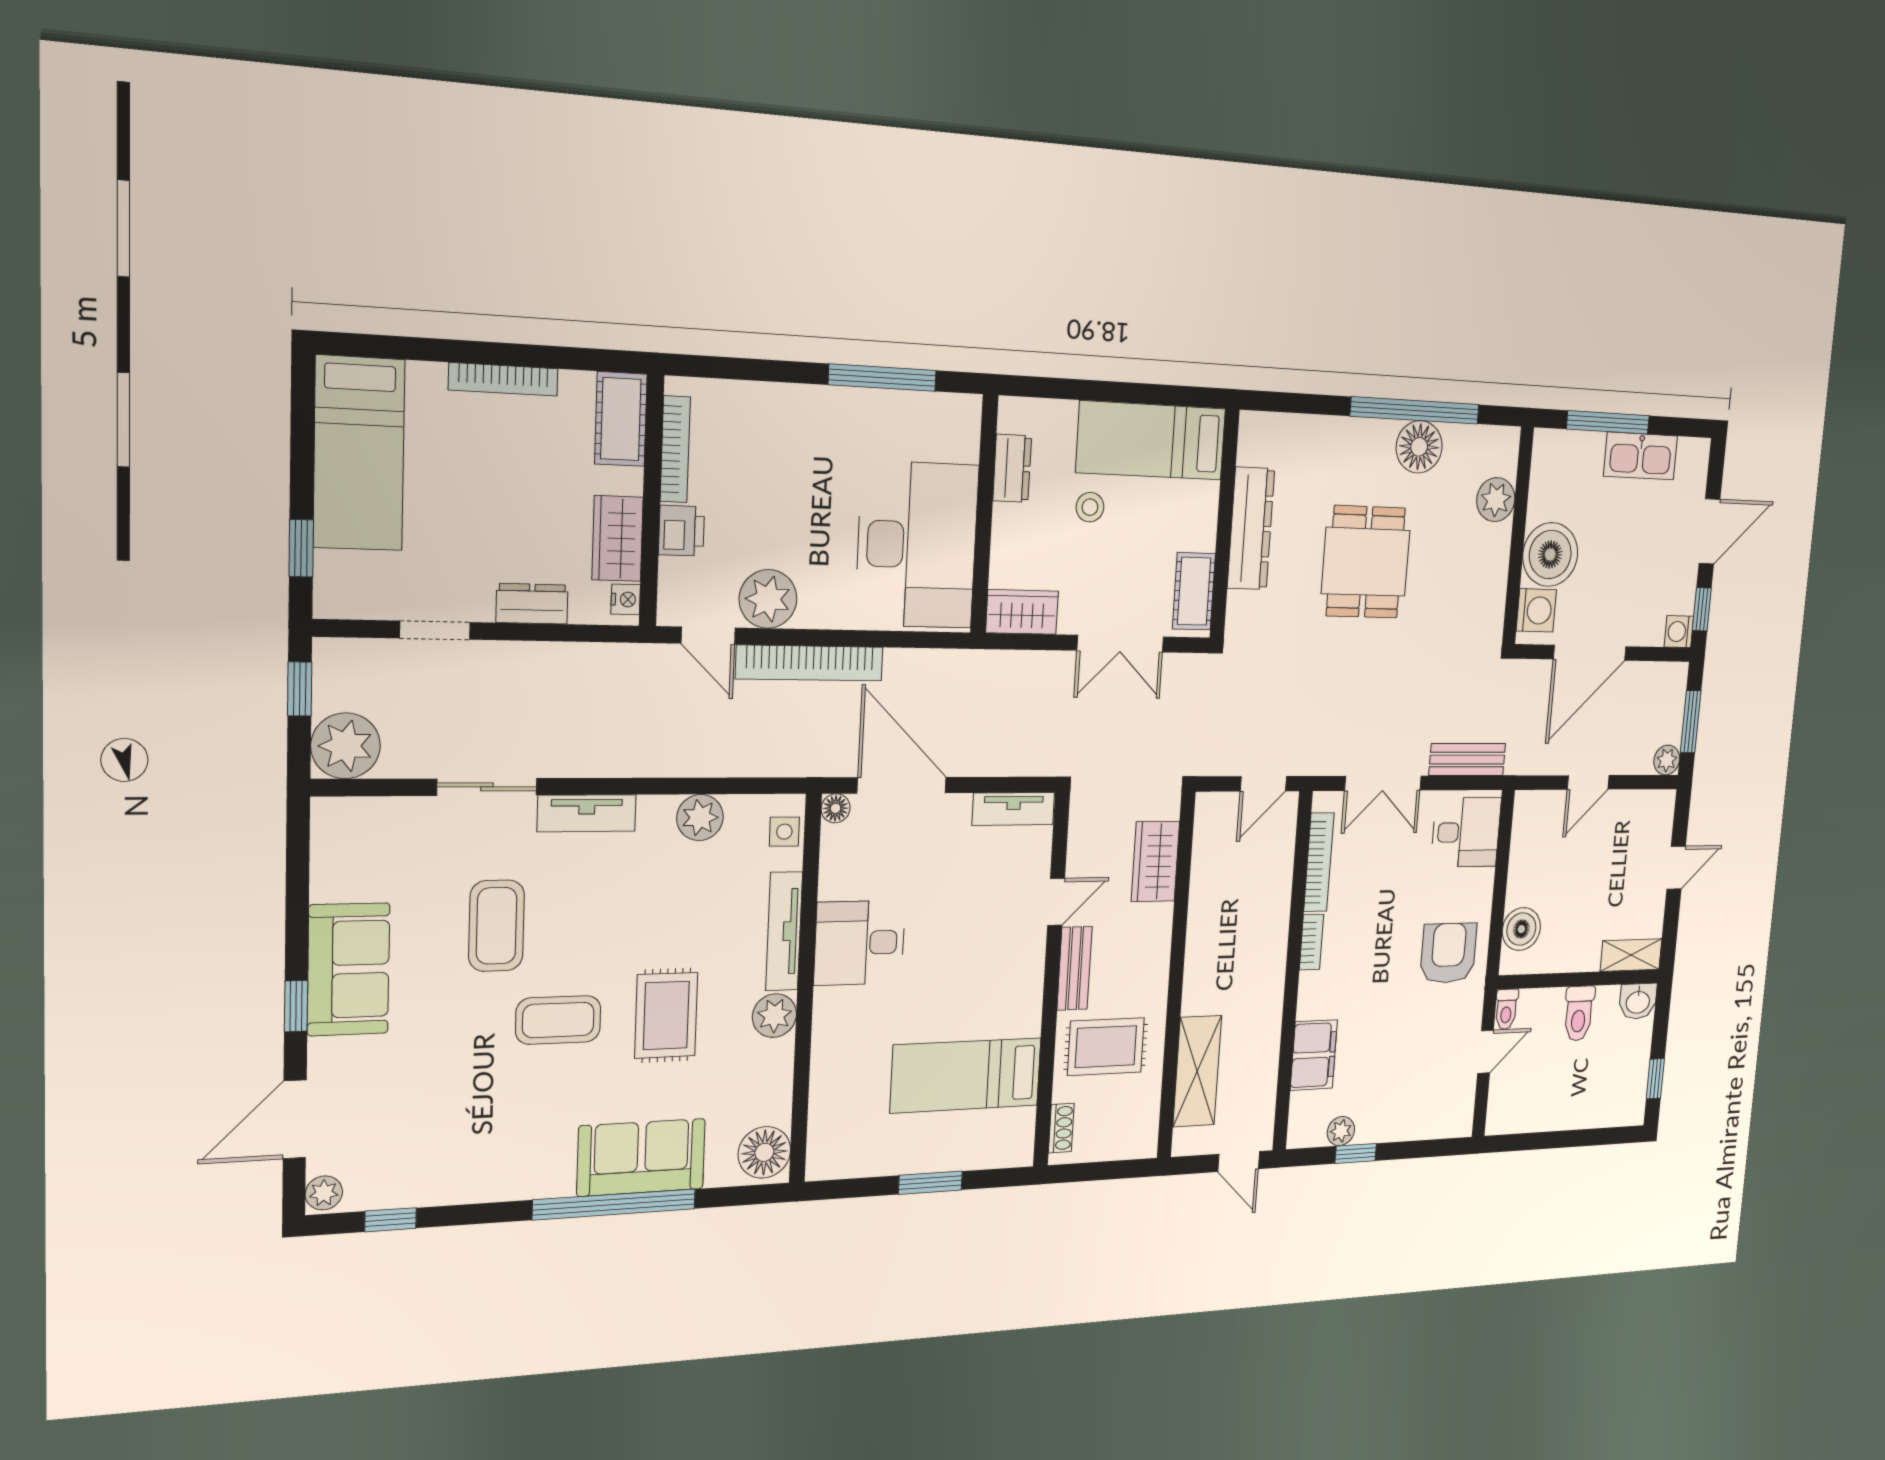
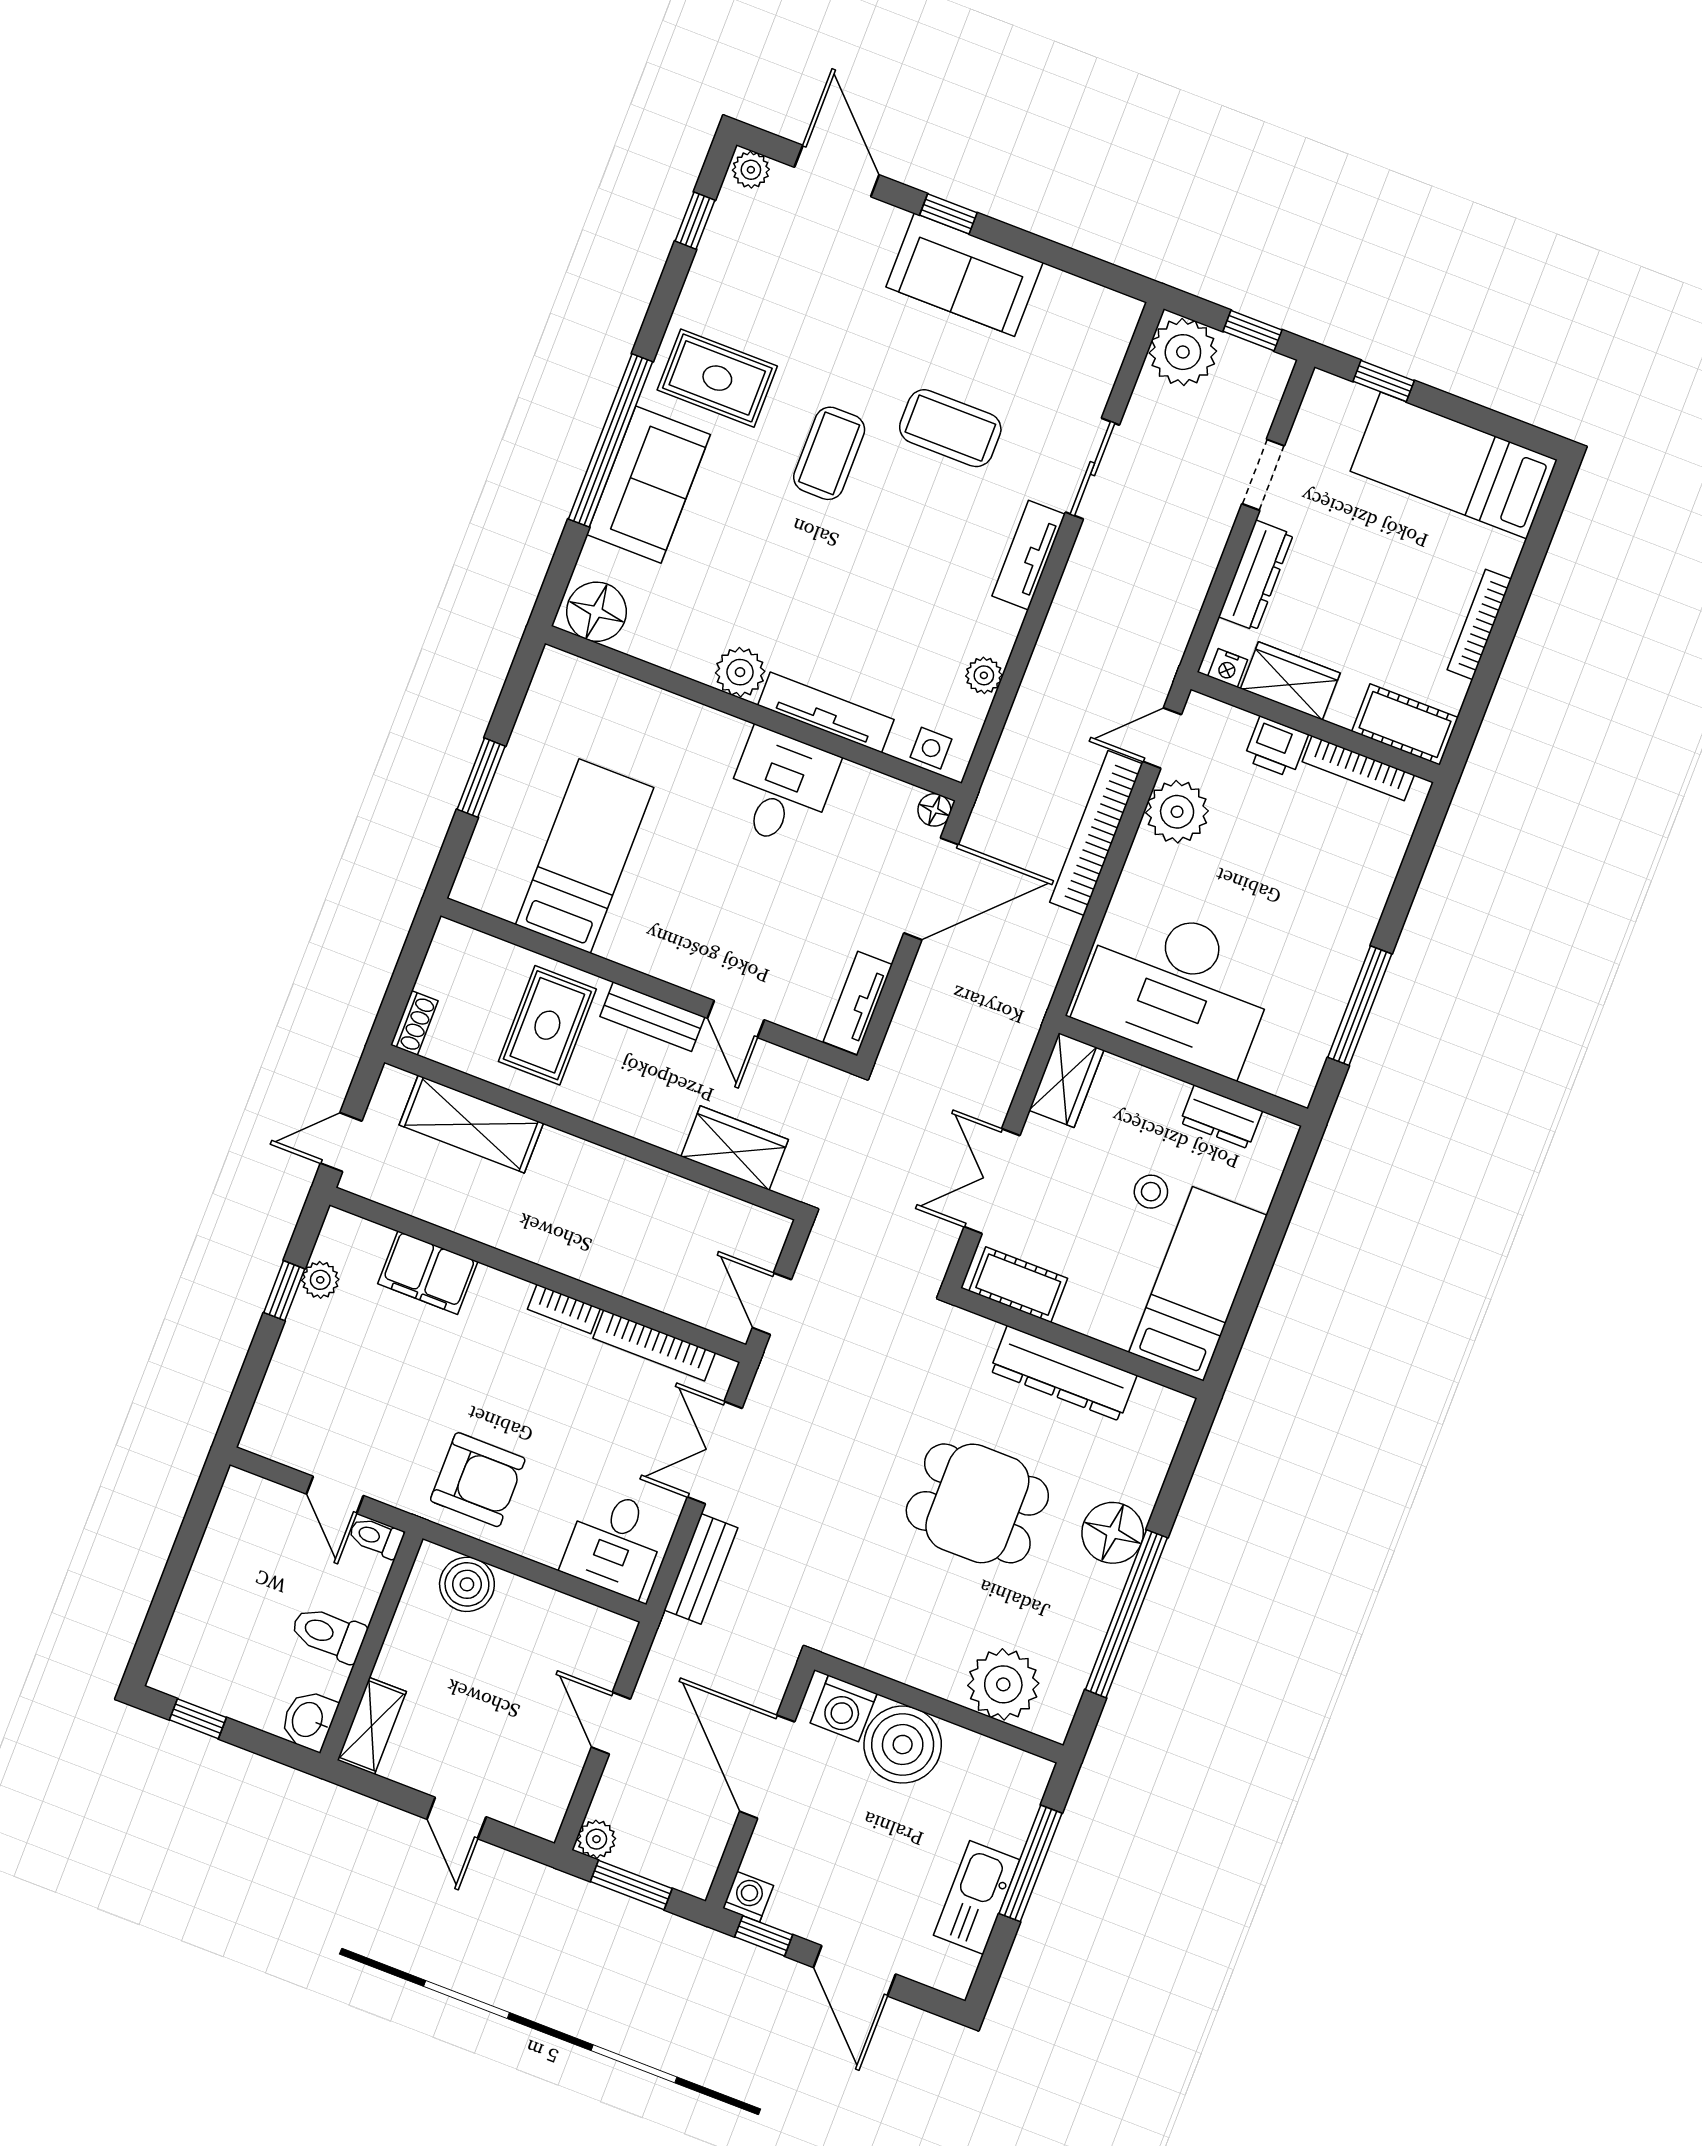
floor lamp: (1419, 447) -> (1113, 1533), moved
plant: (1496, 500) -> (1003, 1684), width x1.36, depth x1.36
dresser: (532, 604) -> (1256, 575), width x1.44
plant: (700, 817) -> (984, 675), width x0.73, depth x0.73
rug: (666, 1015) -> (717, 378), moved
shoe rack: (1061, 1128) -> (414, 1023), moved, turned -90

